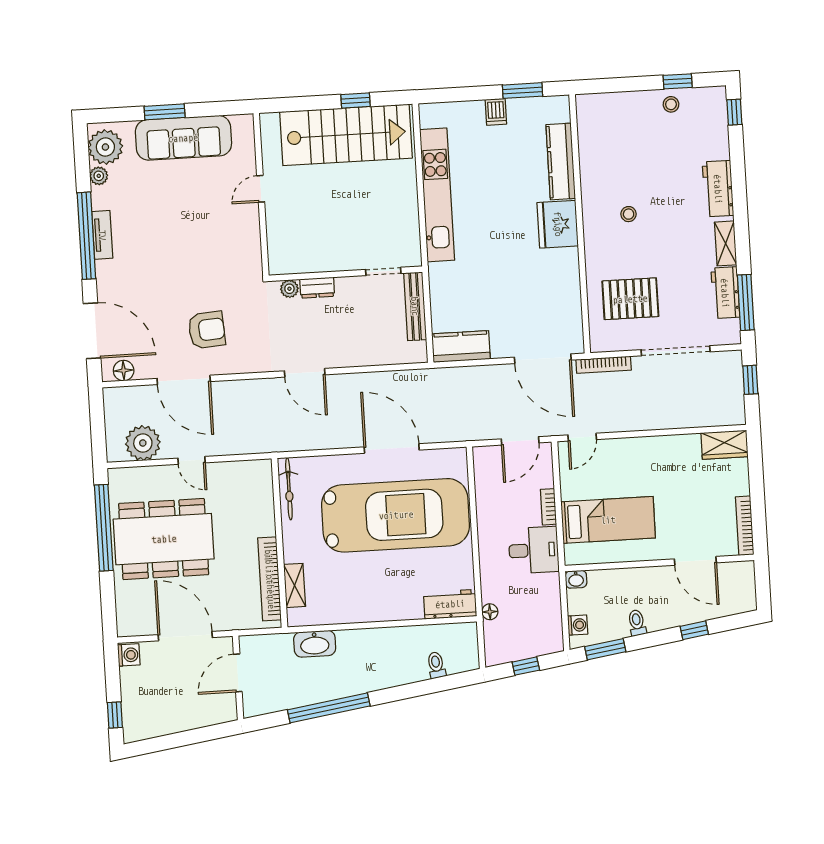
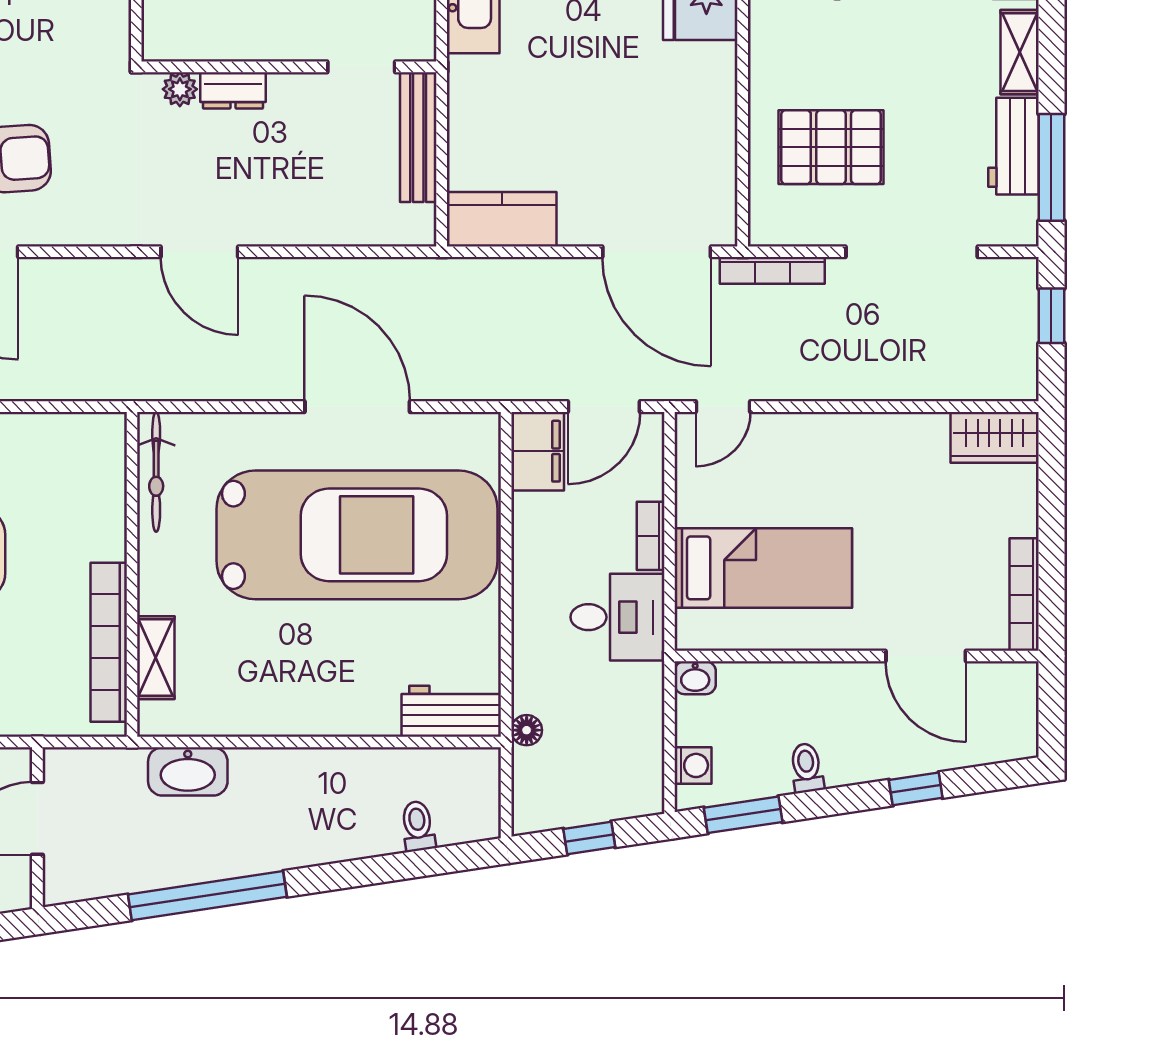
filing cabinet: (487, 466) -> (538, 451), added

